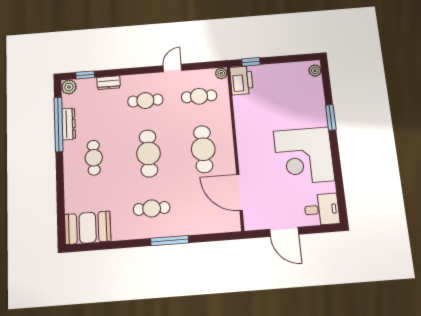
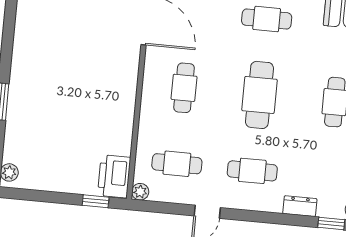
cafe table: (203, 149) -> (184, 88), width x0.73, depth x0.74
corner desk: (304, 156) -> (50, 55), removed

